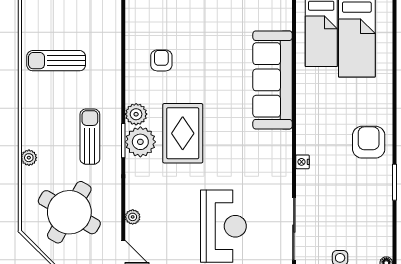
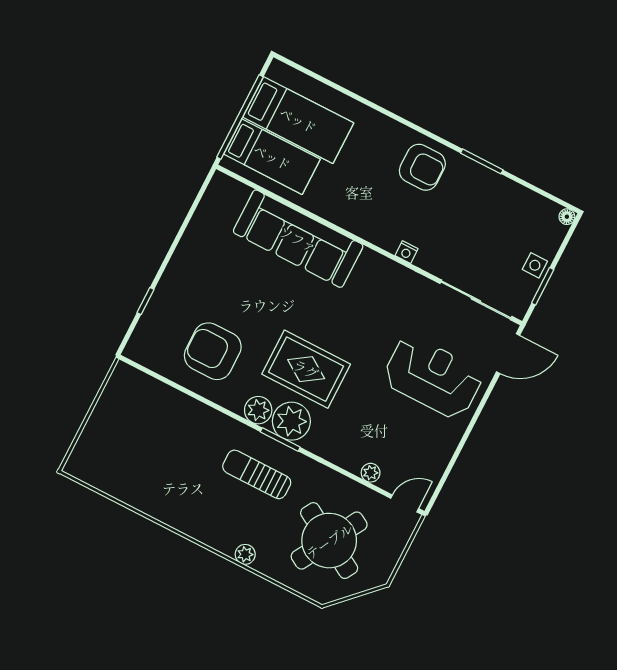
armchair: (161, 60) -> (213, 351), width x1.88, depth x1.88
sun lounger: (56, 61) -> (153, 469), removed
armchair: (369, 142) -> (422, 167), turned 180

